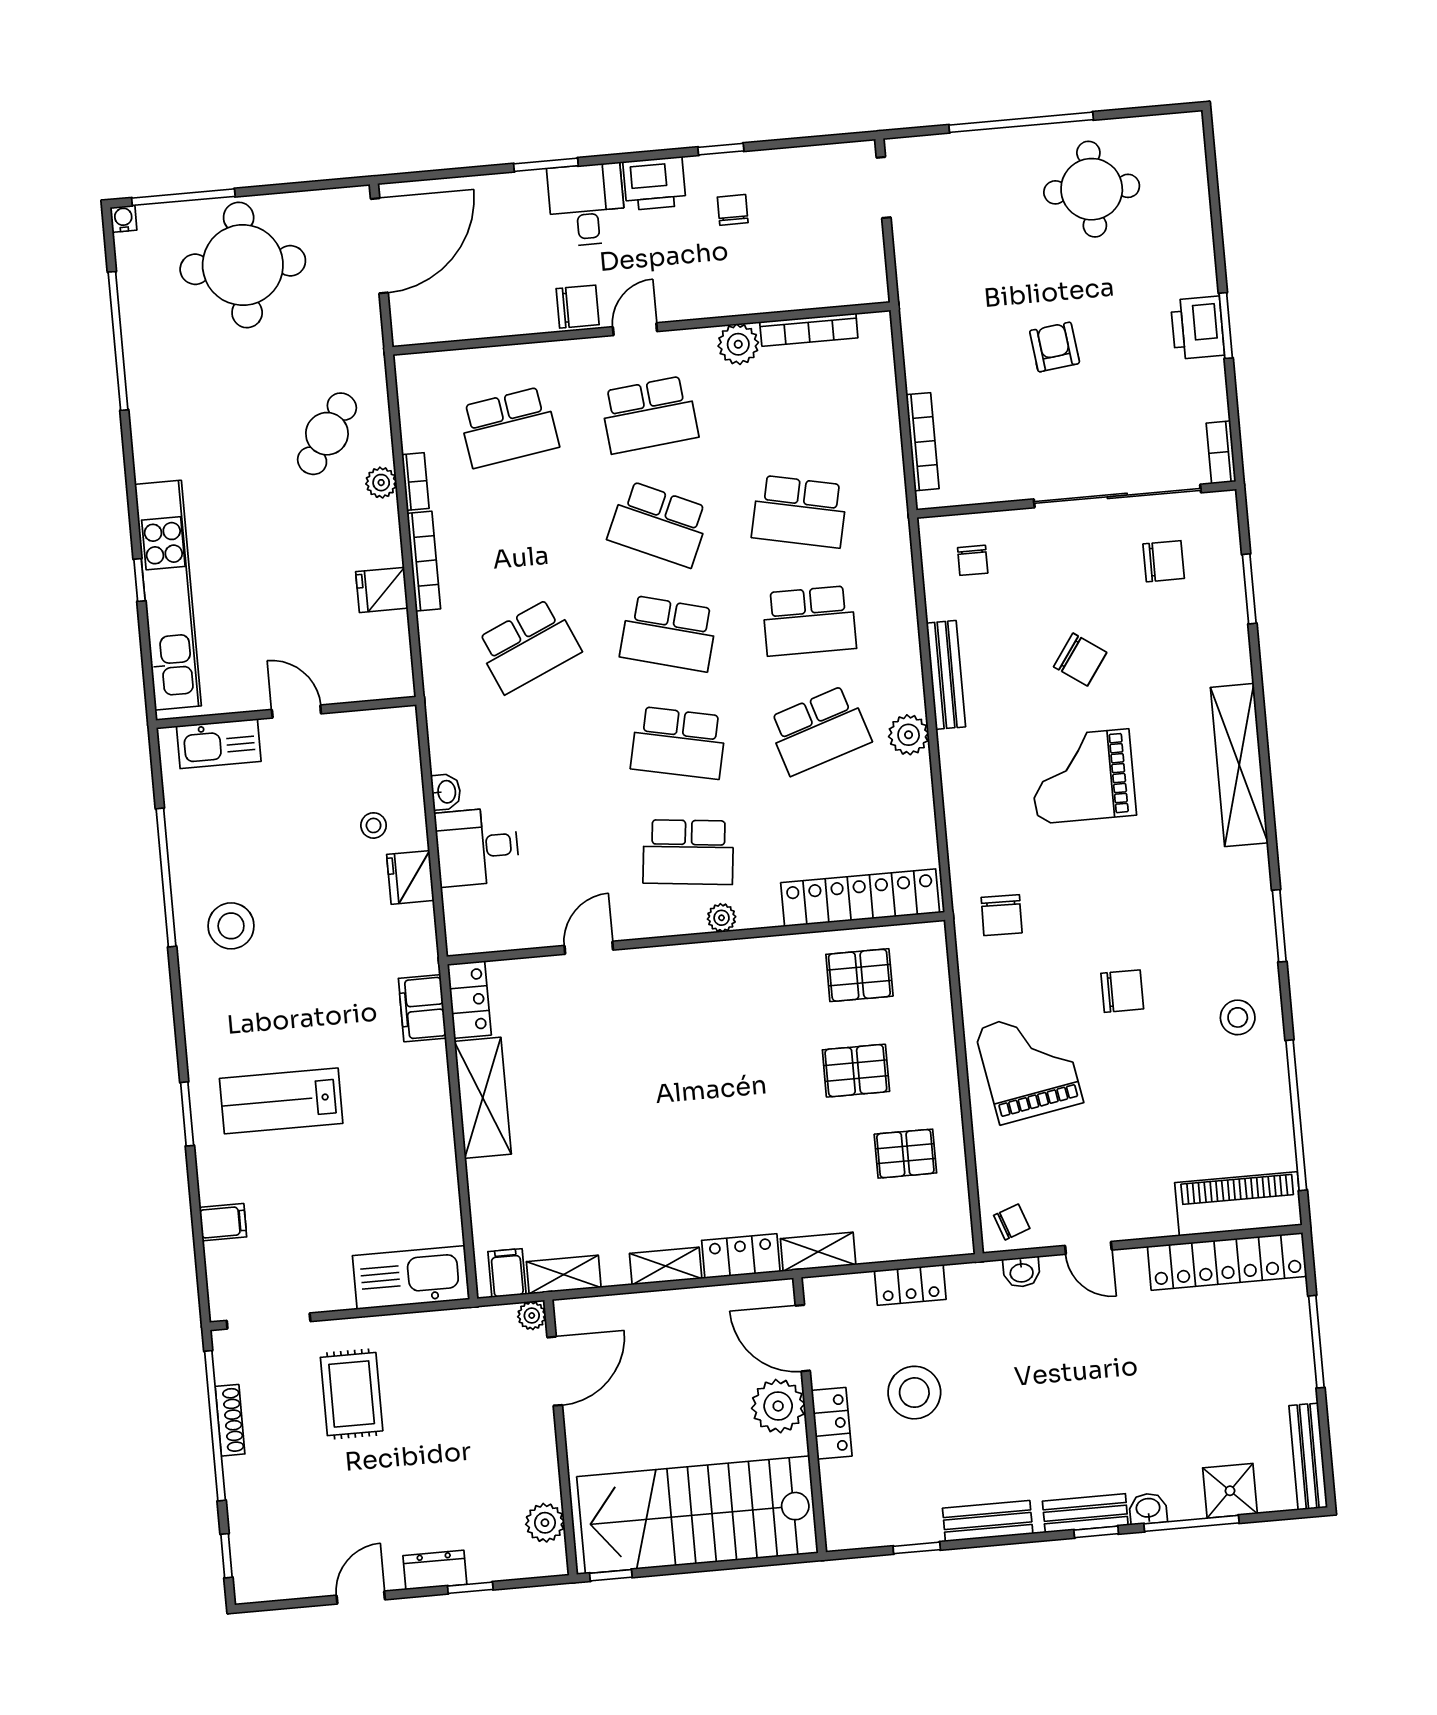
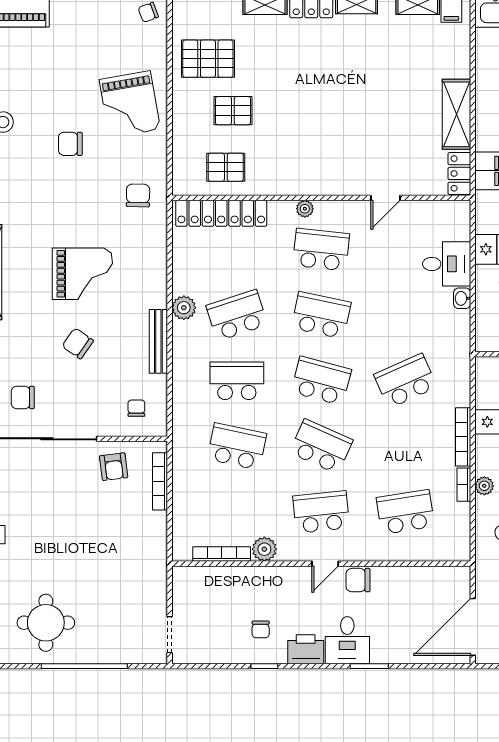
armchair: (1055, 347) -> (114, 467), moved
pallet: (905, 1154) -> (208, 59), width x1.50, depth x1.42

